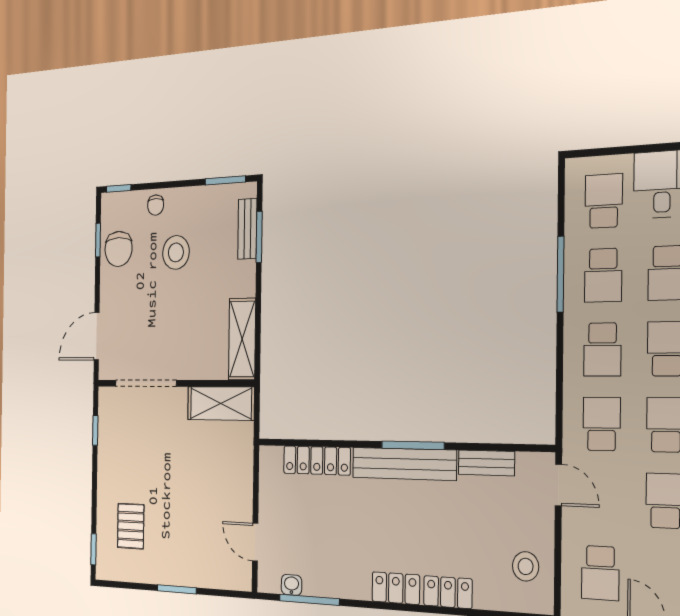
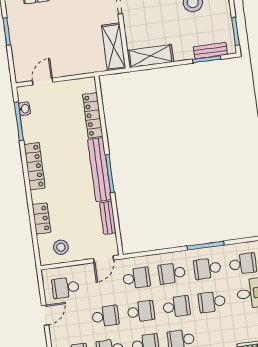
locker: (396, 588) -> (34, 166), width x1.53
locker: (448, 592) -> (41, 219), moved

